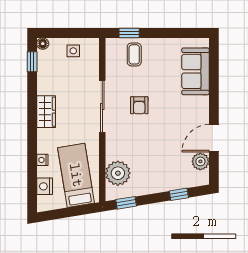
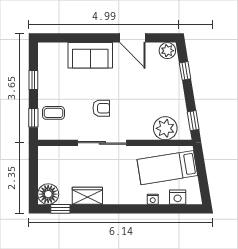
window: (169, 33) -> (33, 80), added
floor lamp: (43, 44) -> (48, 194), width x1.89, depth x1.89
side table: (73, 51) -> (50, 170), removed
sofa: (195, 71) -> (90, 55), moved
wardrobe: (46, 112) -> (87, 196), moved
plant: (200, 161) -> (167, 51), moved

